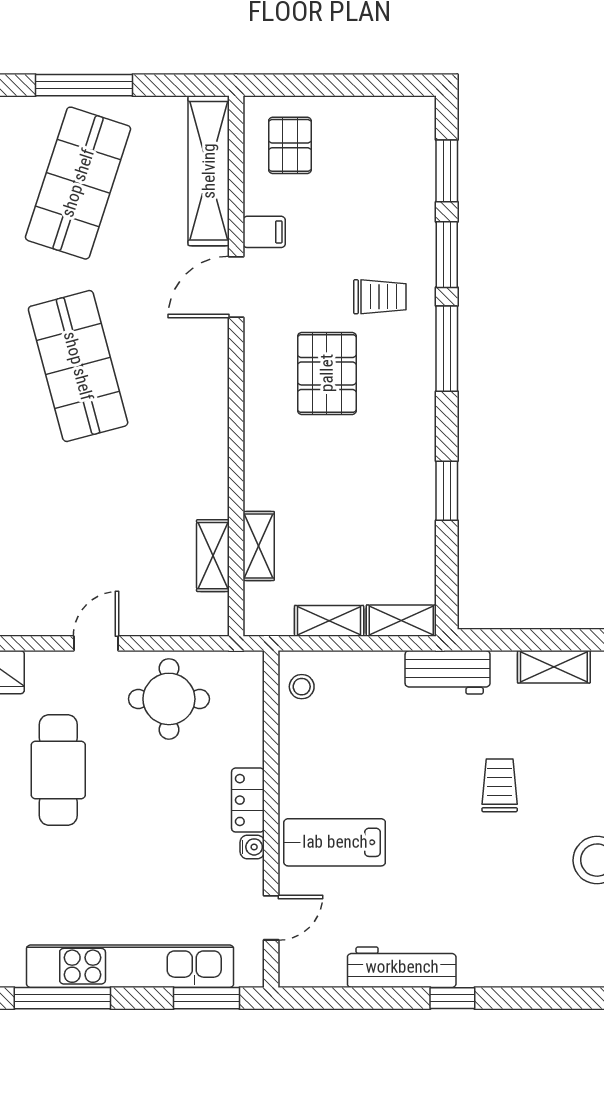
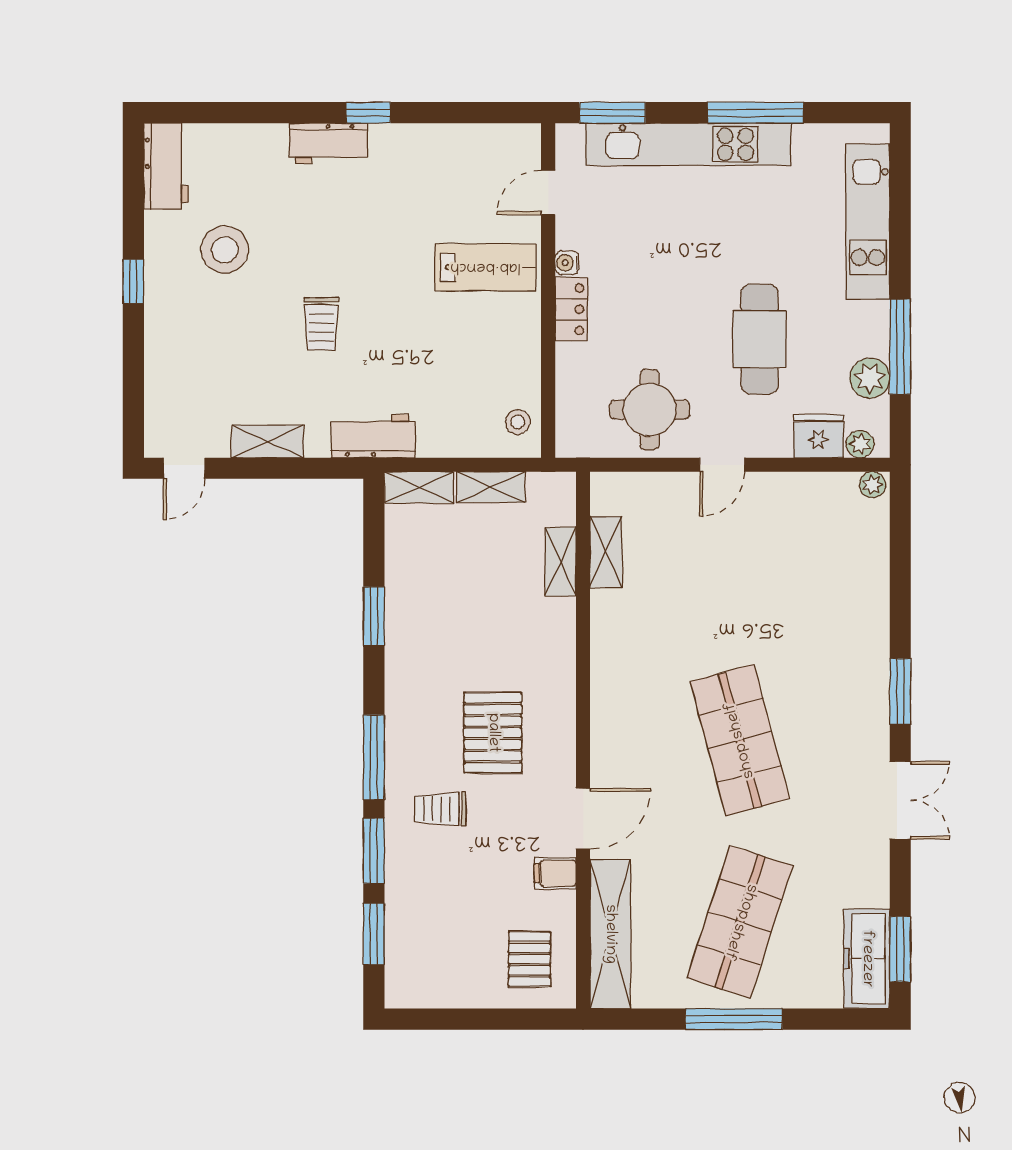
workbench: (402, 967) -> (328, 143), moved, width x0.73

